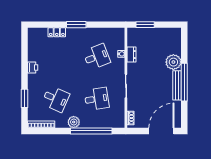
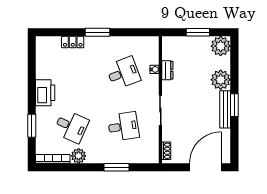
window: (145, 25) -> (198, 32), moved
plant: (173, 35) -> (221, 46), added
printer: (33, 67) -> (45, 93), width x1.87, depth x1.48
window: (184, 82) -> (234, 105), width x0.47
plant: (74, 122) -> (79, 156), moved
window: (91, 131) -> (116, 167), width x0.47

